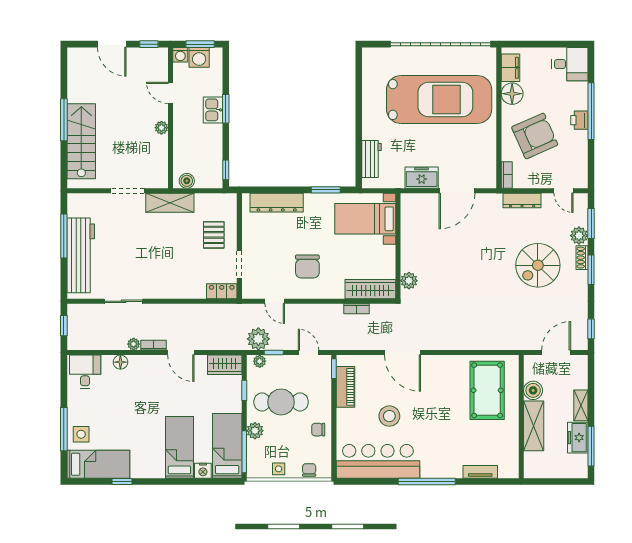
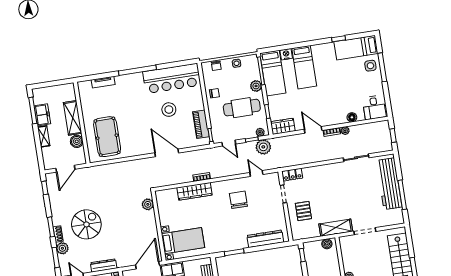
bed with nightstands: (365, 219) -> (183, 241), moved
wall: (398, 246) -> (159, 226), moved
plant: (409, 281) -> (148, 204), moved

